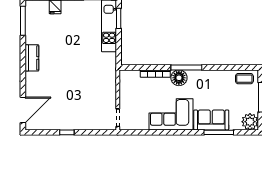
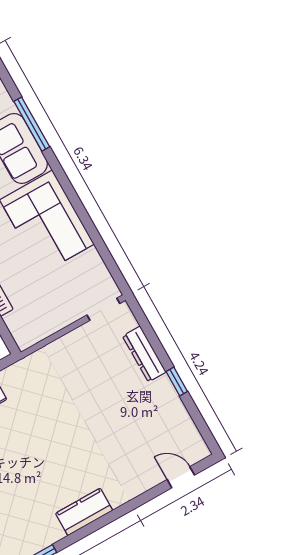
door: (23, 110) -> (181, 477), width x0.53
dresser: (87, 125) -> (144, 354), added

